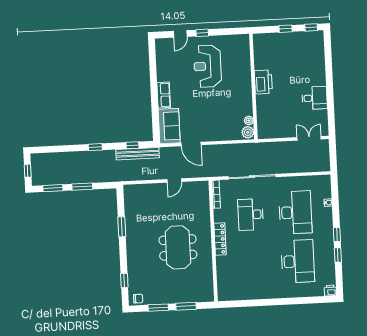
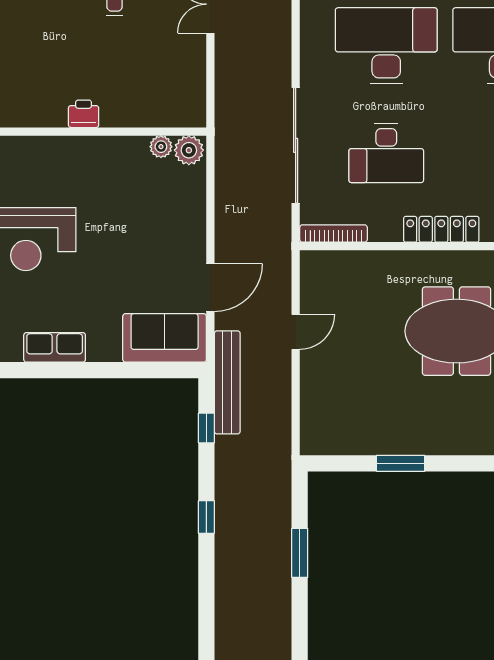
printer: (263, 82) -> (84, 114), width x0.53, depth x0.68
row of seats: (164, 95) -> (55, 347), moved
bench: (138, 154) -> (227, 382), moved
door: (174, 180) -> (296, 332), hinge flipped
window: (53, 188) -> (300, 624), removed

